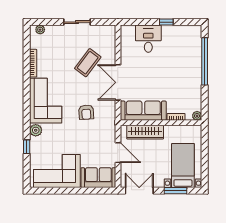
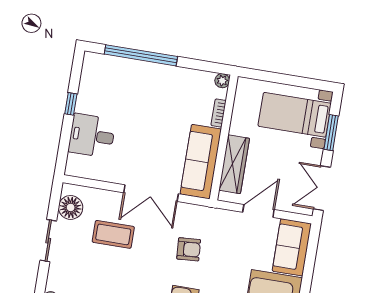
floor lamp: (100, 33) -> (71, 207), added
coffee table: (88, 63) -> (113, 234), turned -37

